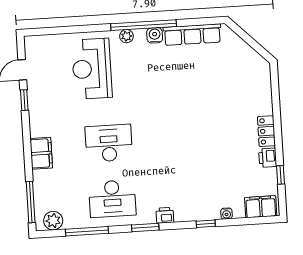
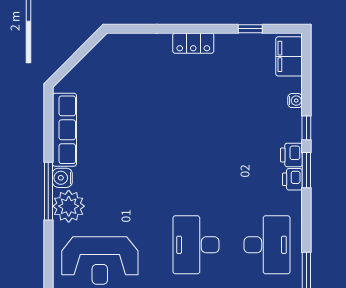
window: (144, 25) -> (48, 191), width x0.68
plant: (126, 36) -> (69, 206), width x1.87, depth x1.87
printer: (268, 158) -> (291, 155), moved, turned 90
window: (145, 228) -> (306, 170), moved

